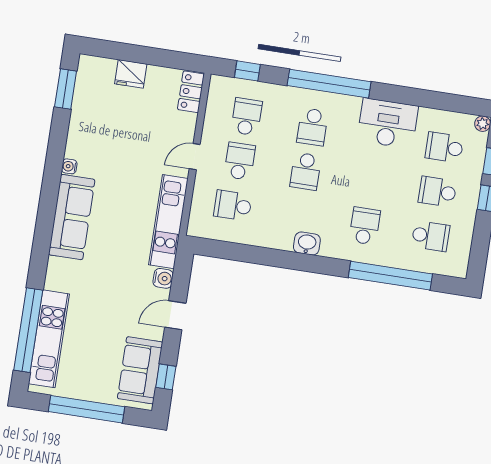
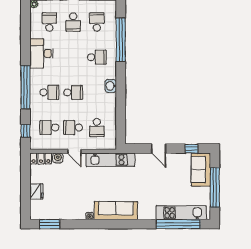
school desk: (444, 147) -> (49, 22), turned 180
school desk: (365, 226) -> (97, 57), turned 180
water cooler: (163, 278) -> (58, 158), moved
sofa: (140, 370) -> (201, 170), moved, turned 90

